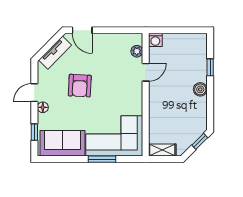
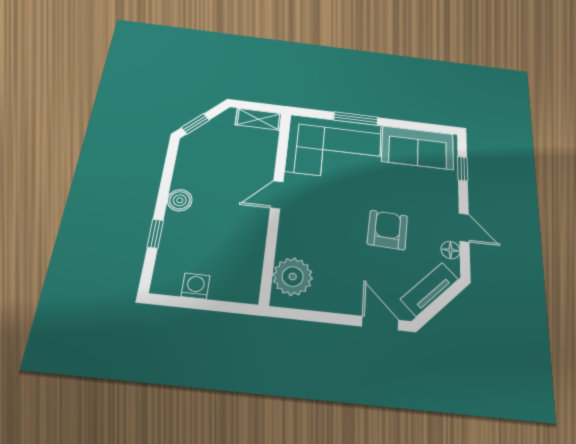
washing machine: (155, 40) -> (196, 286), moved
plant: (137, 51) -> (293, 277), width x1.87, depth x1.87
door: (146, 72) -> (277, 195), moved
door: (34, 93) -> (464, 228), hinge flipped
floor lamp: (43, 107) -> (450, 250), moved

